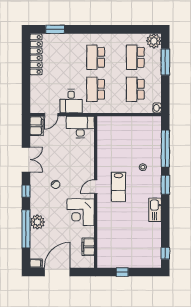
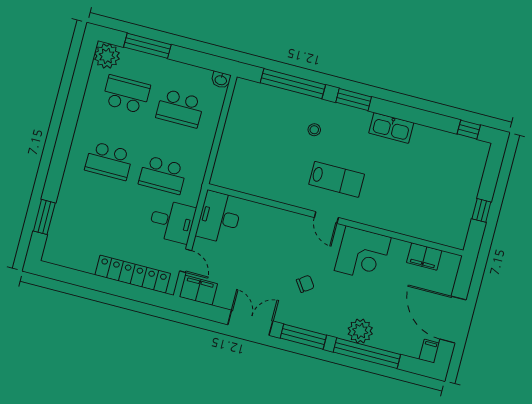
locker: (36, 54) -> (133, 274), moved
school desk: (135, 57) -> (126, 94), turned 180
window: (26, 191) -> (303, 337), width x2.17

